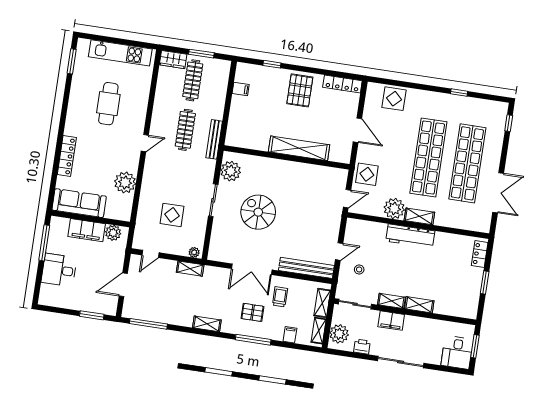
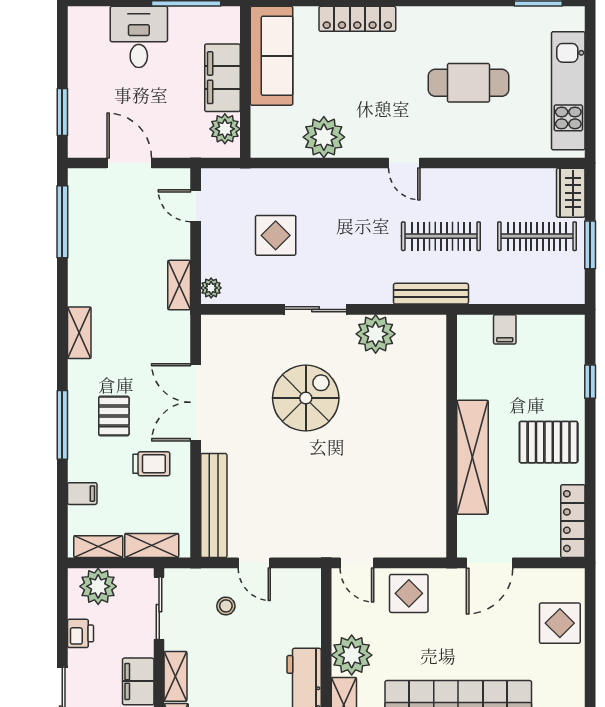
filing cabinet: (241, 89) -> (505, 329), moved
shelving: (299, 148) -> (472, 457), moved
wall: (287, 157) -> (452, 436), moved

